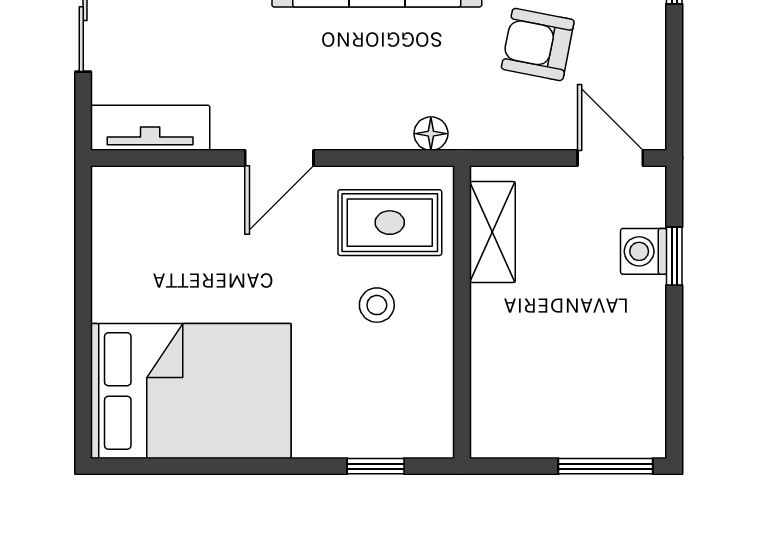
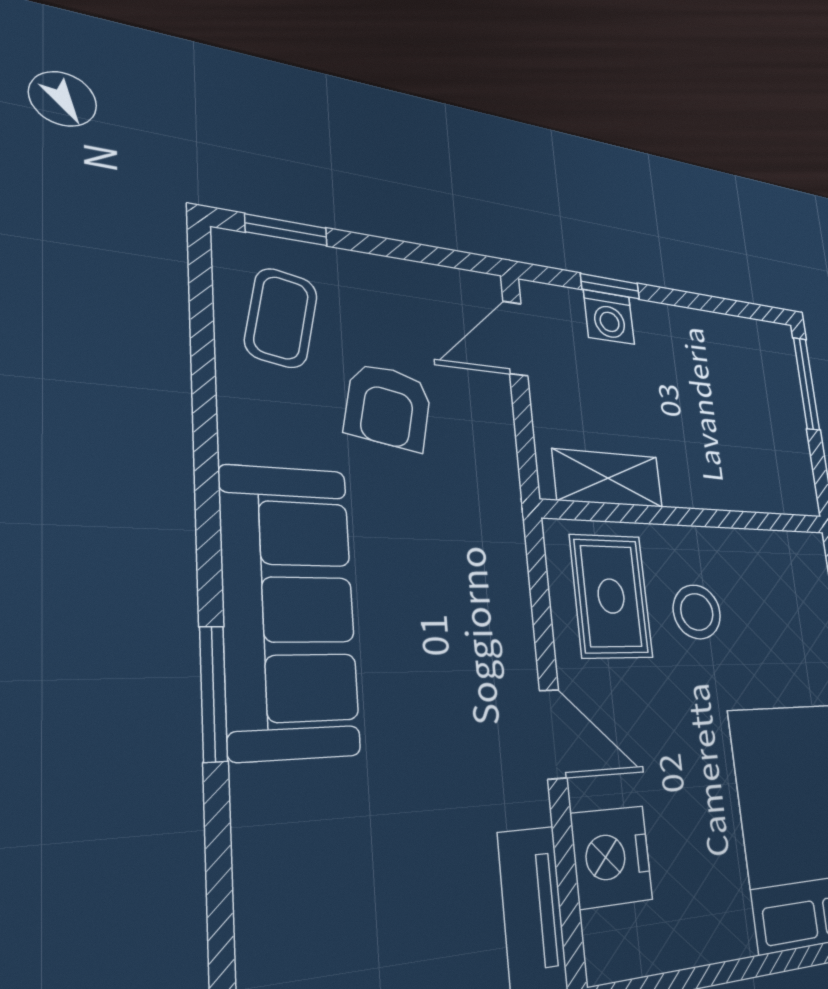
floor lamp: (431, 134) -> (507, 544), removed
nightstand: (183, 198) -> (611, 857), added
stool: (377, 305) -> (697, 612), width x1.37, depth x1.37

